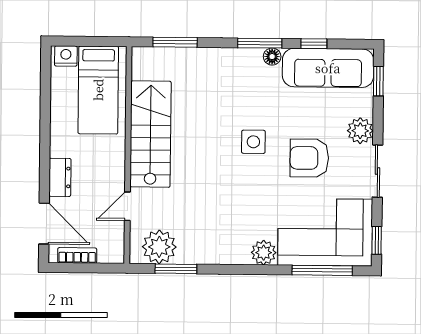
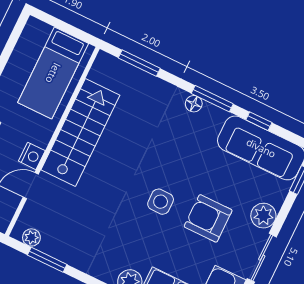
nightstand: (66, 56) -> (32, 156), moved, turned 90
floor lamp: (272, 57) -> (194, 104), moved
side table: (253, 142) -> (161, 202), moved
plant: (159, 247) -> (31, 237), width x0.53, depth x0.53

